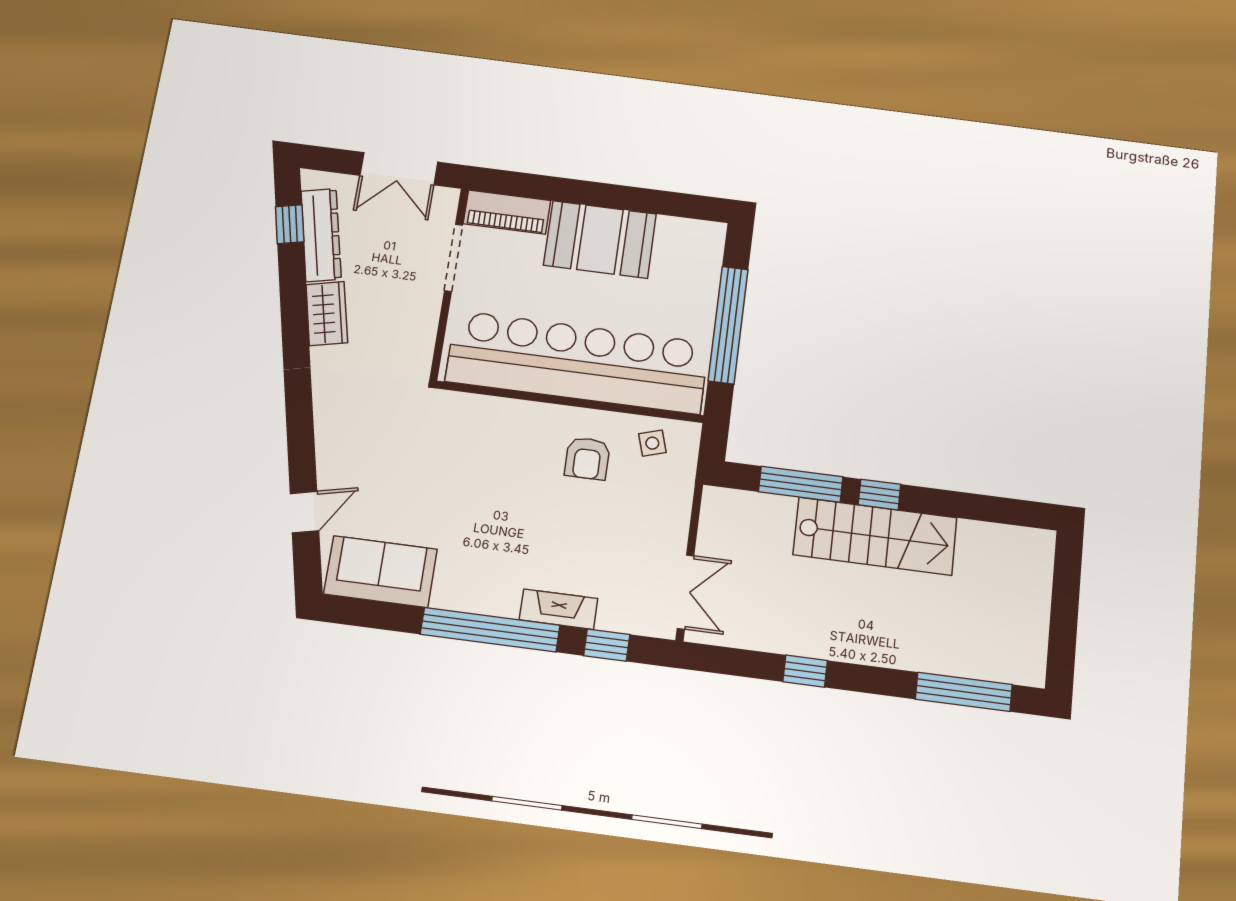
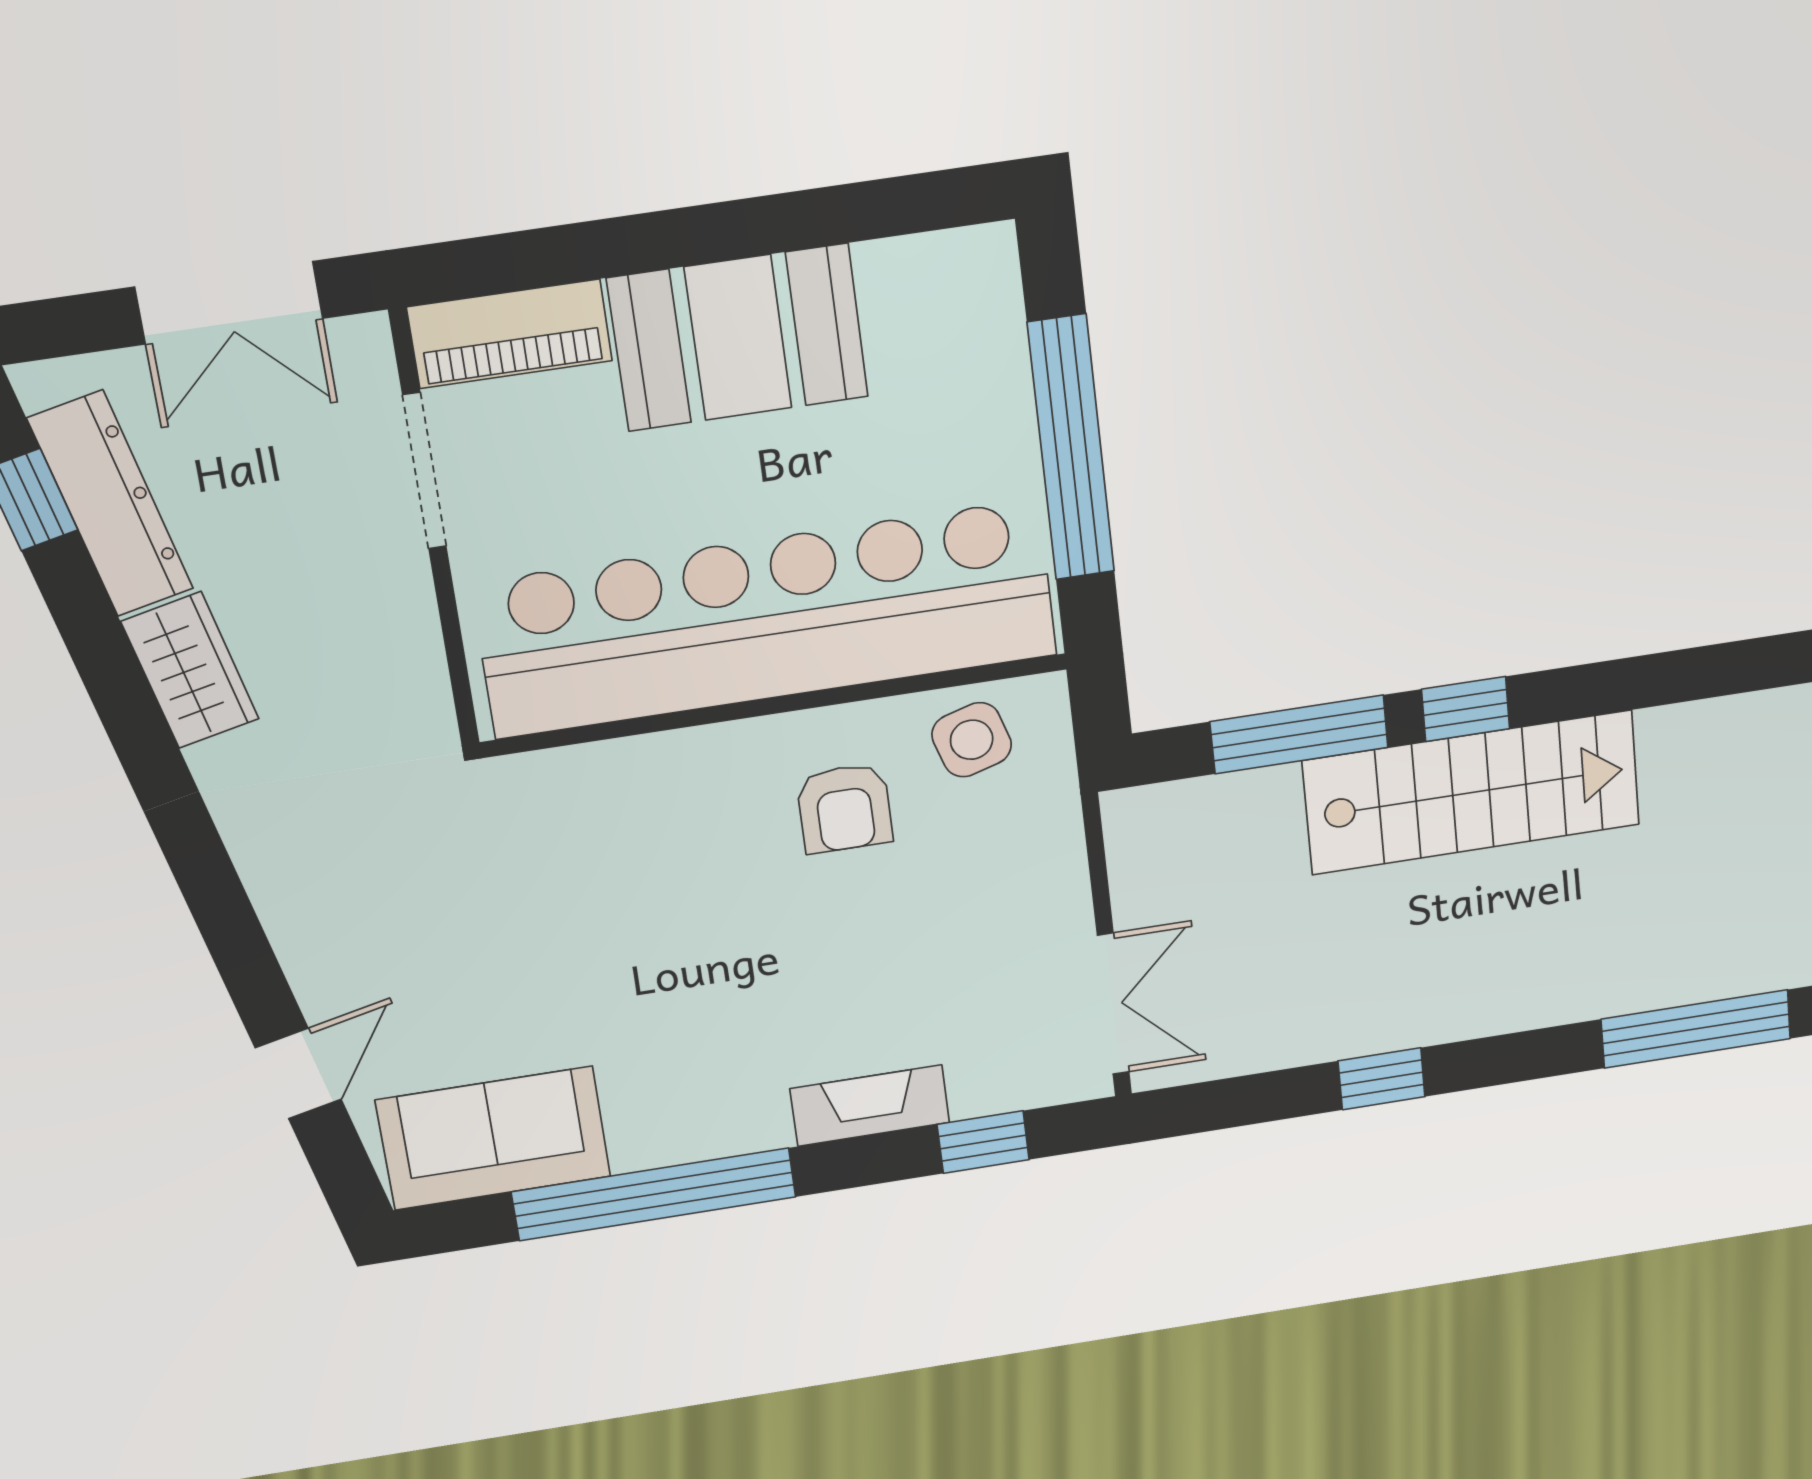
side table: (652, 443) -> (972, 740), width x1.37, depth x1.37
window: (490, 630) -> (654, 1194), moved

